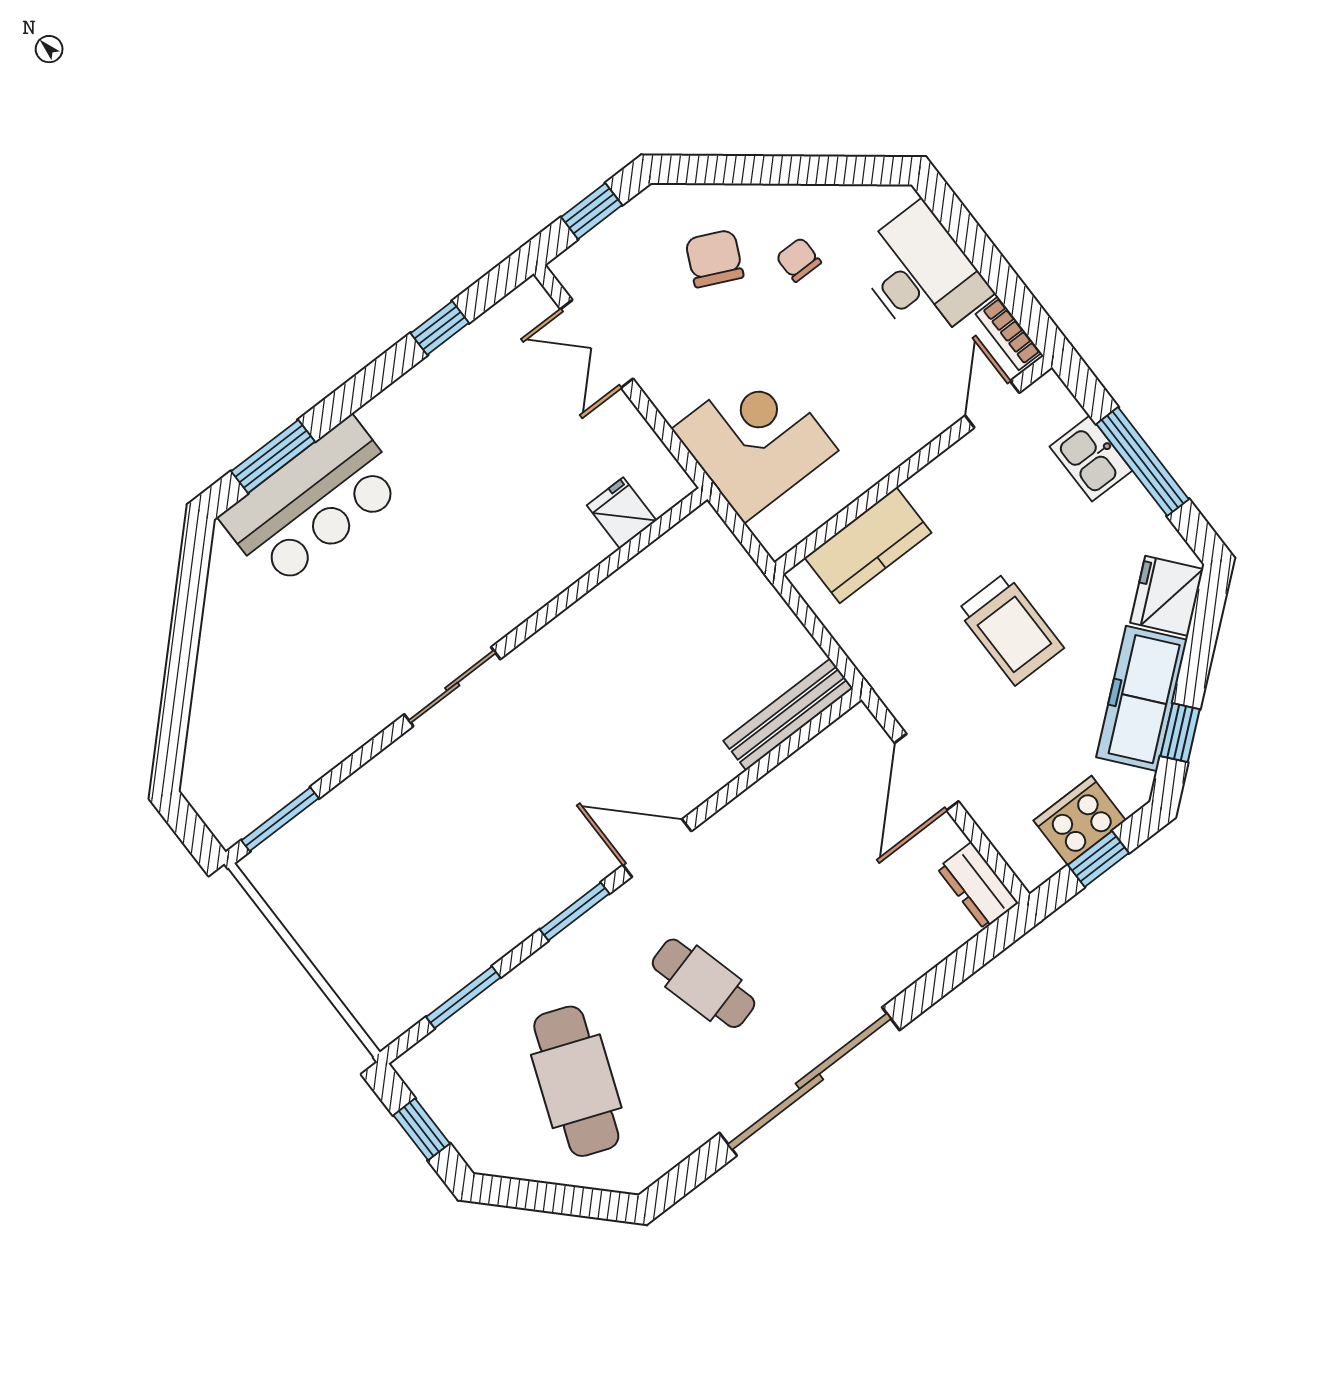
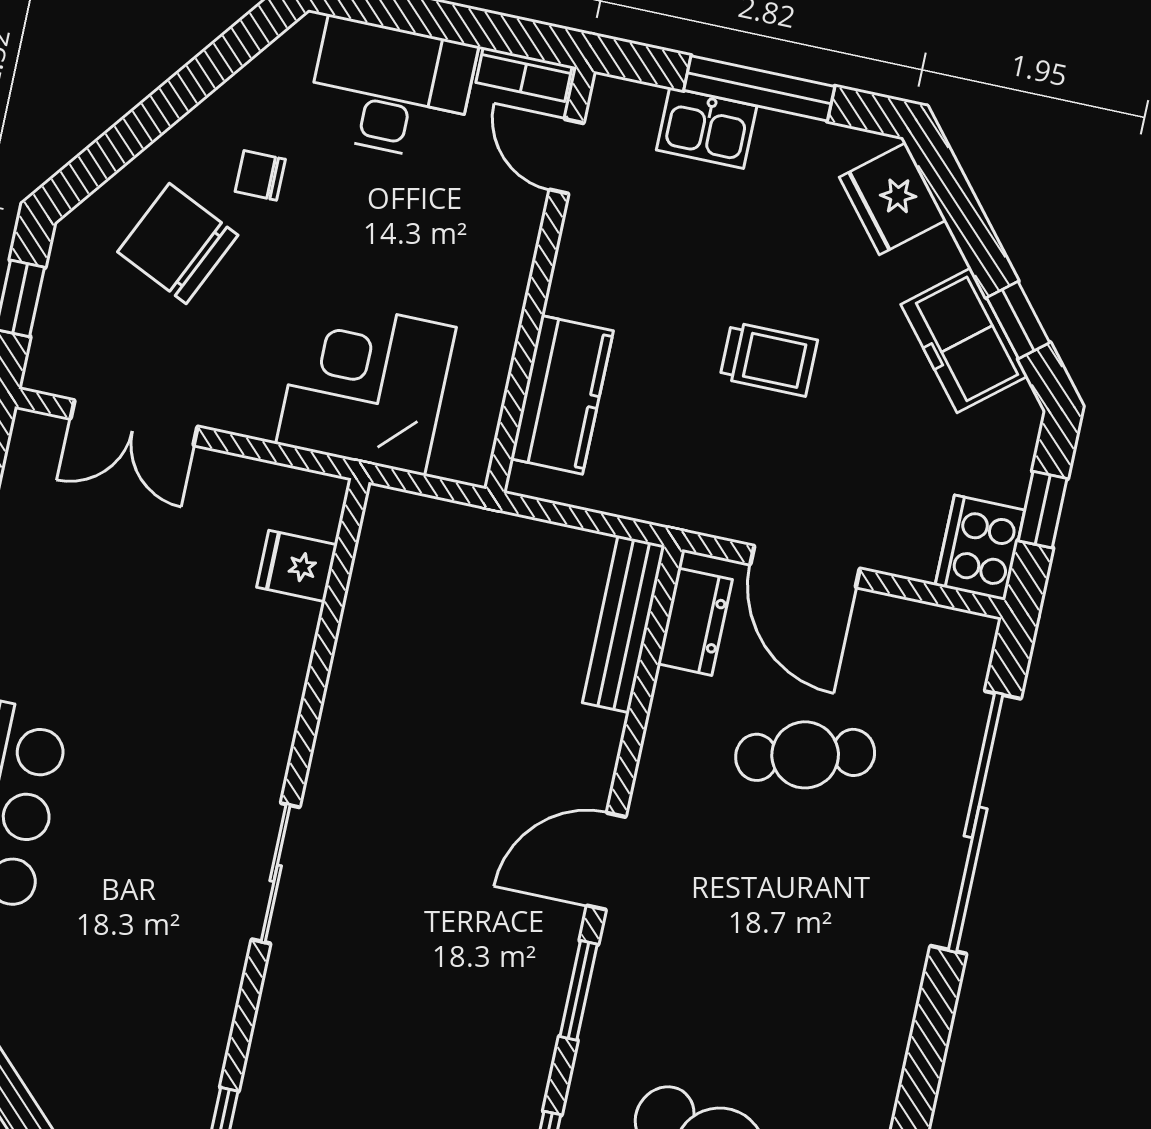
chair: (714, 259) -> (178, 243), width x1.37, depth x1.37
trolley: (1010, 629) -> (769, 359), width x0.73, depth x0.72
freezer: (1142, 699) -> (964, 340), width x0.71
cooker: (1080, 820) -> (980, 548), moved
dresser: (978, 886) -> (695, 622), moved, turned -90
cafe table: (703, 983) -> (805, 755), moved
sliding door: (809, 1082) -> (976, 822), moved

